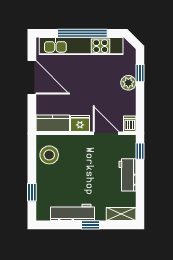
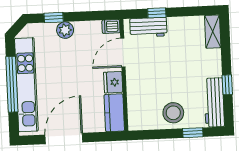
window: (140, 151) -> (157, 13), moved
stool: (49, 155) -> (173, 113), moved
workbench: (127, 175) -> (148, 27), moved
workbench: (73, 212) -> (214, 102), moved
window: (91, 225) -> (227, 85), moved

